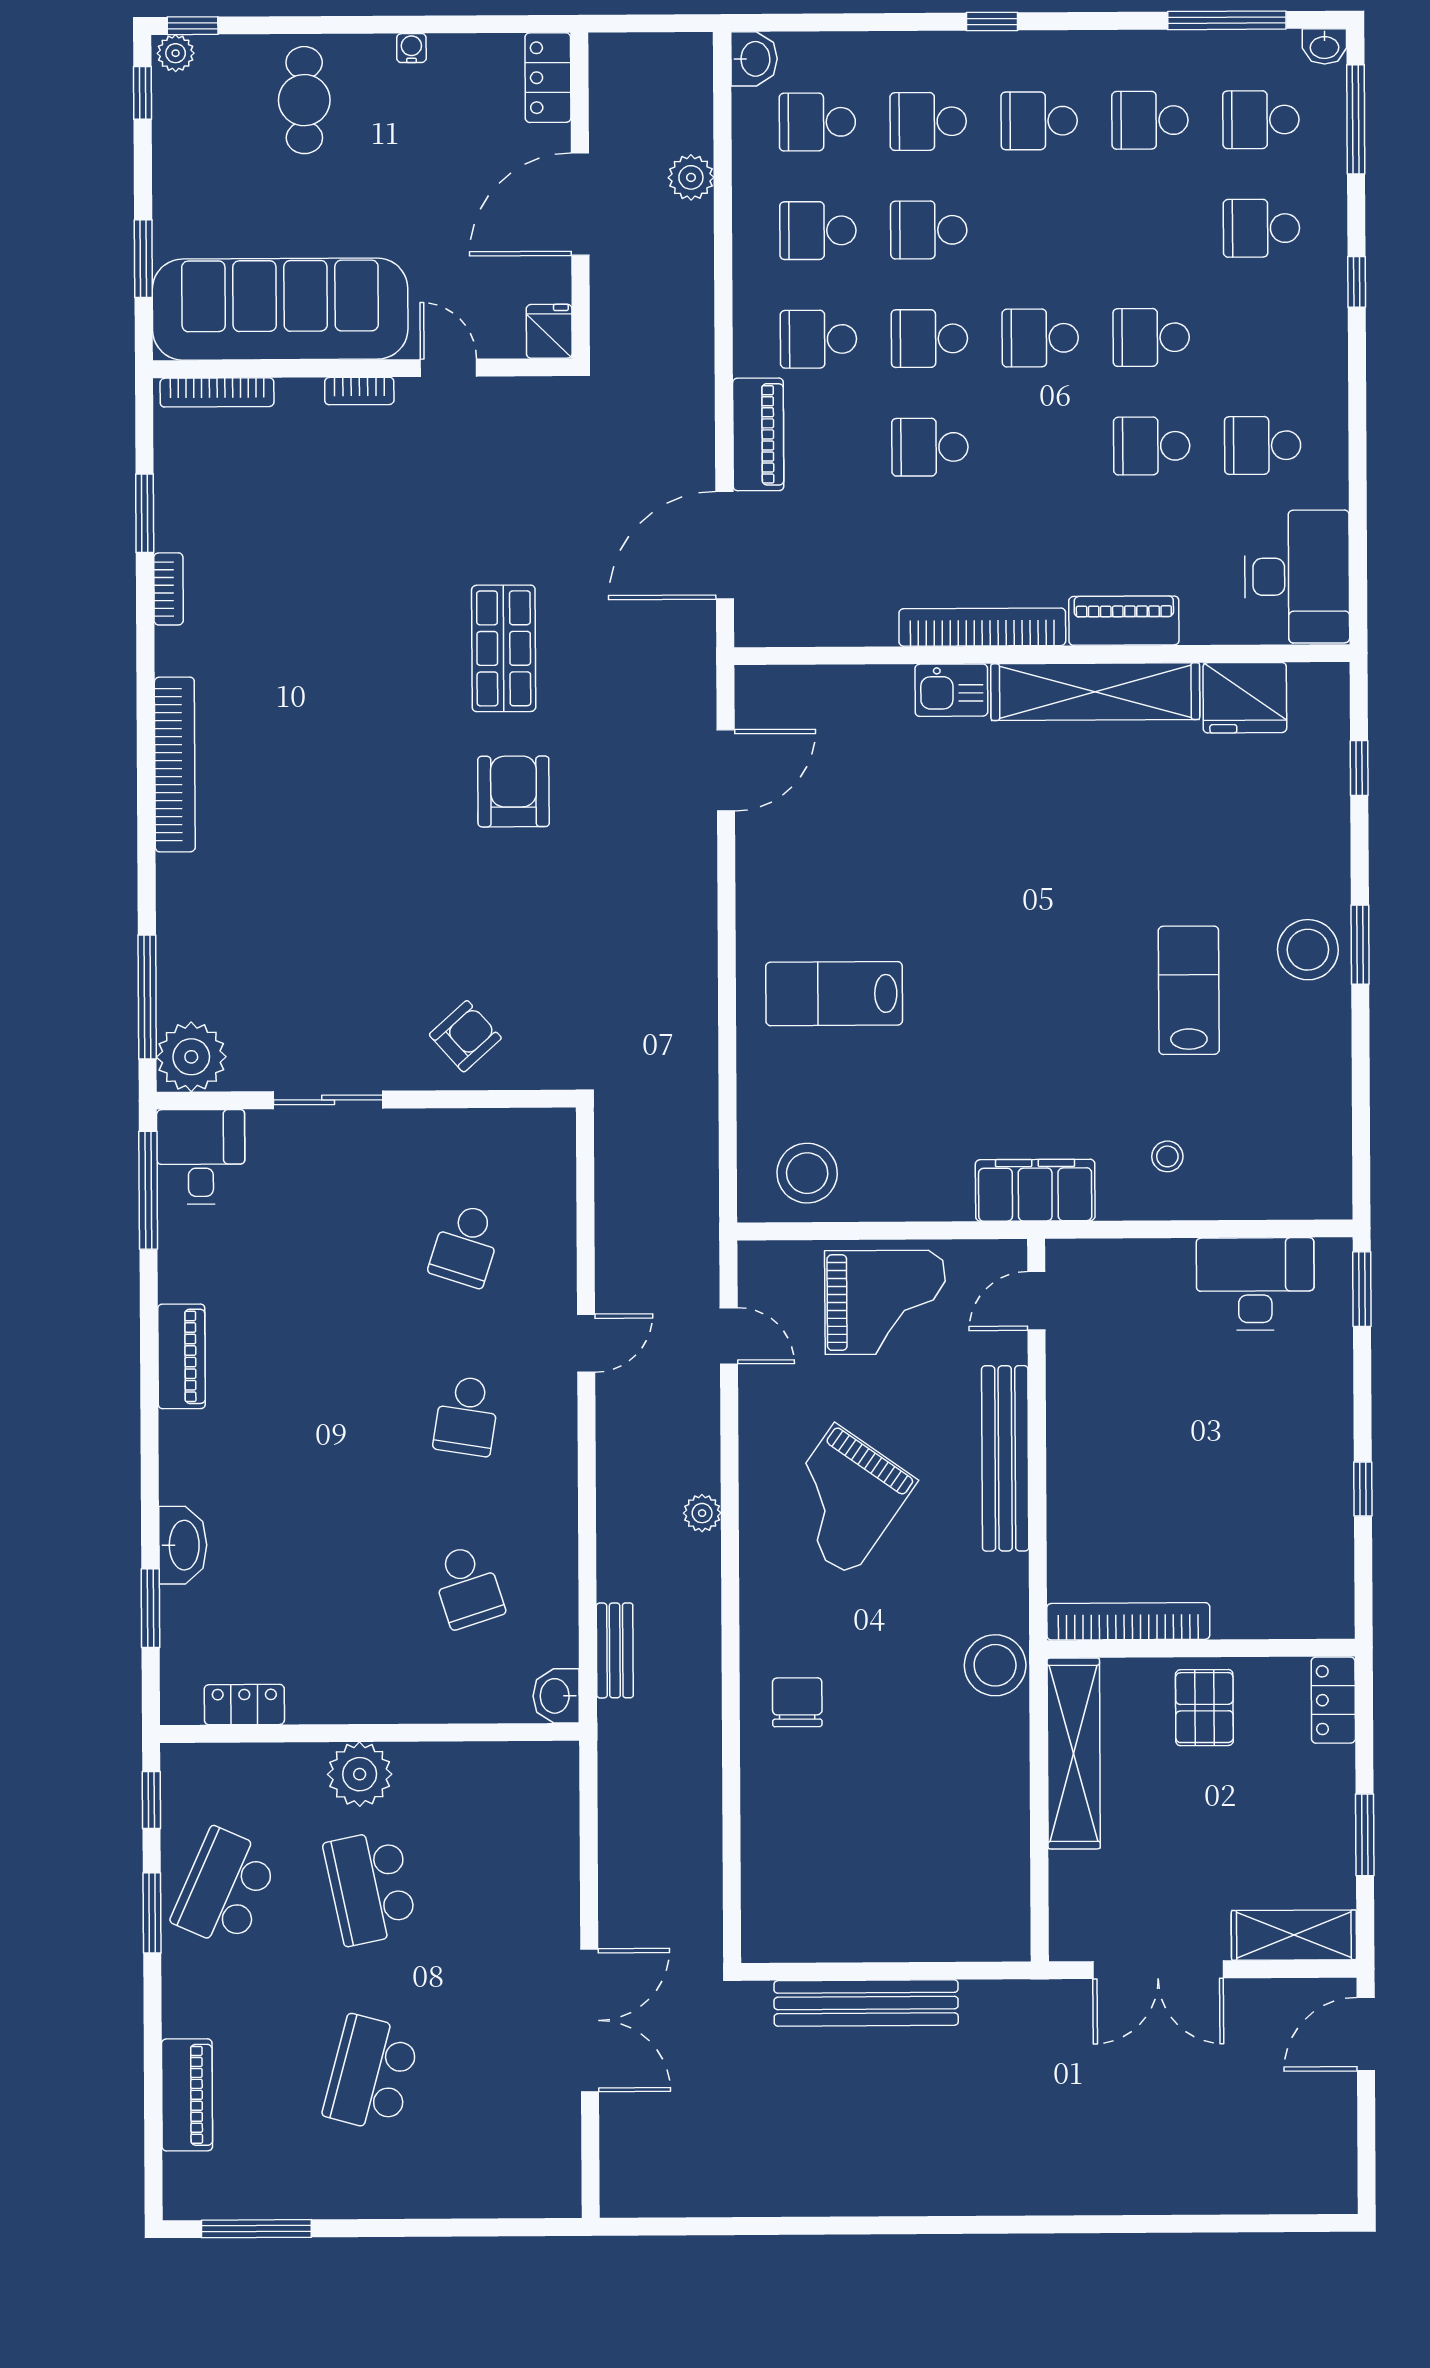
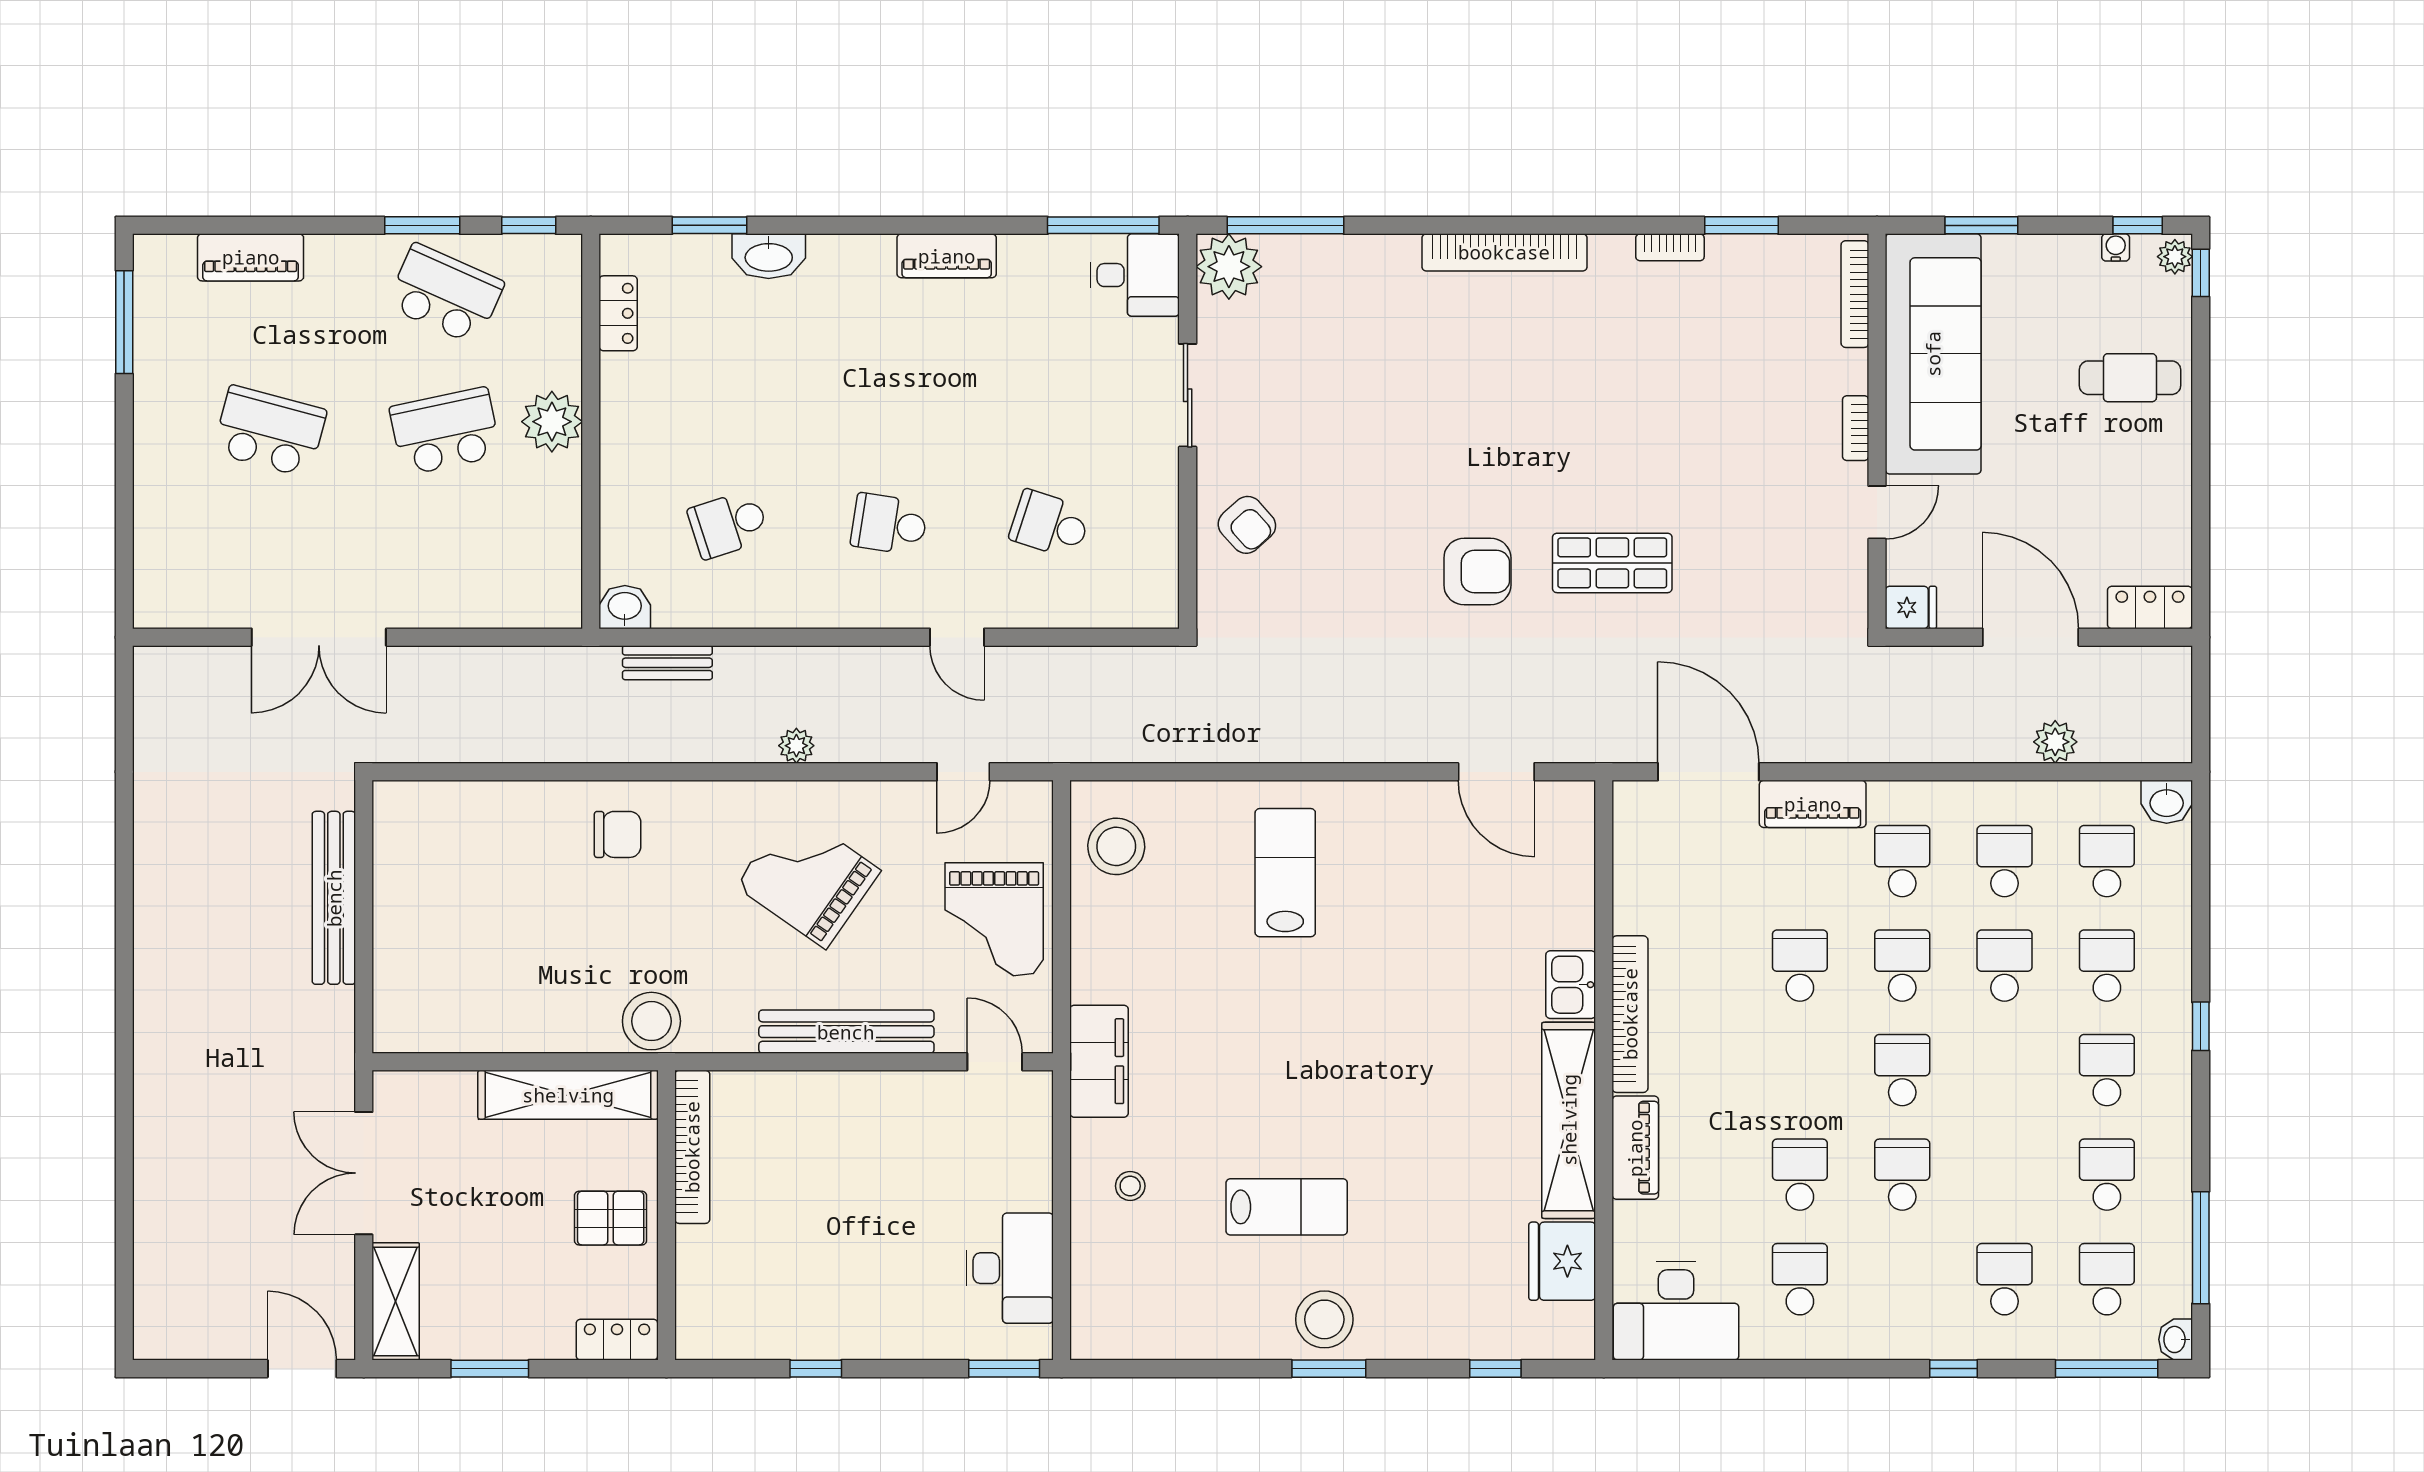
water cooler: (411, 48) -> (2116, 247), moved, turned -90

